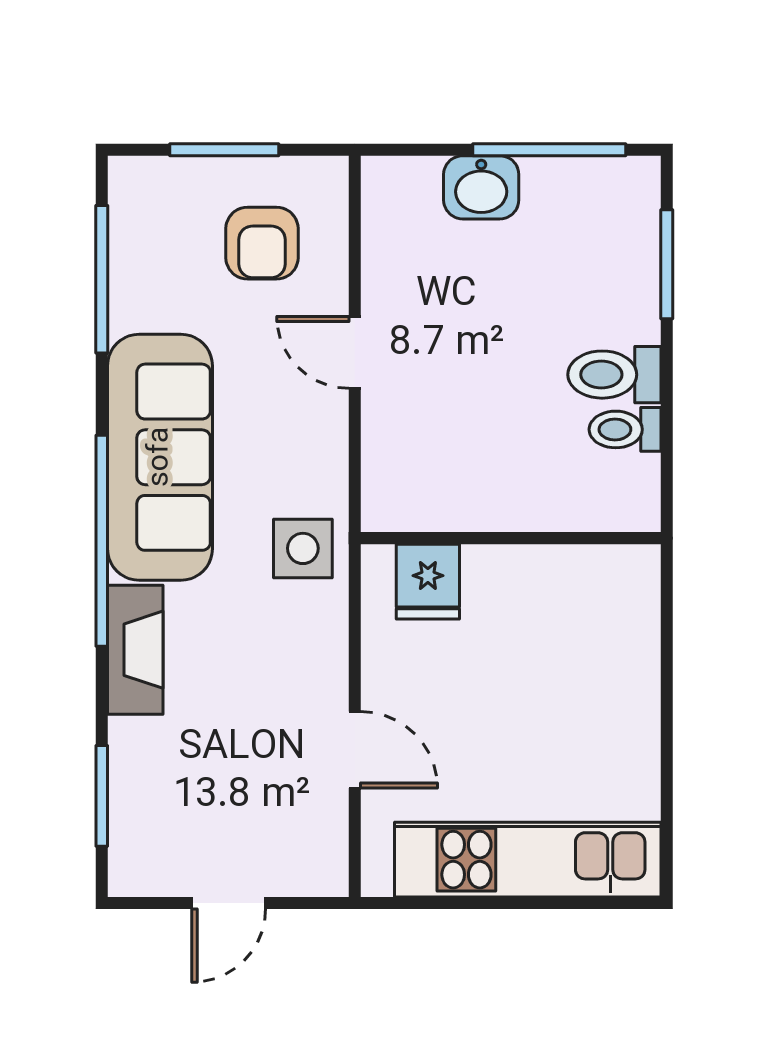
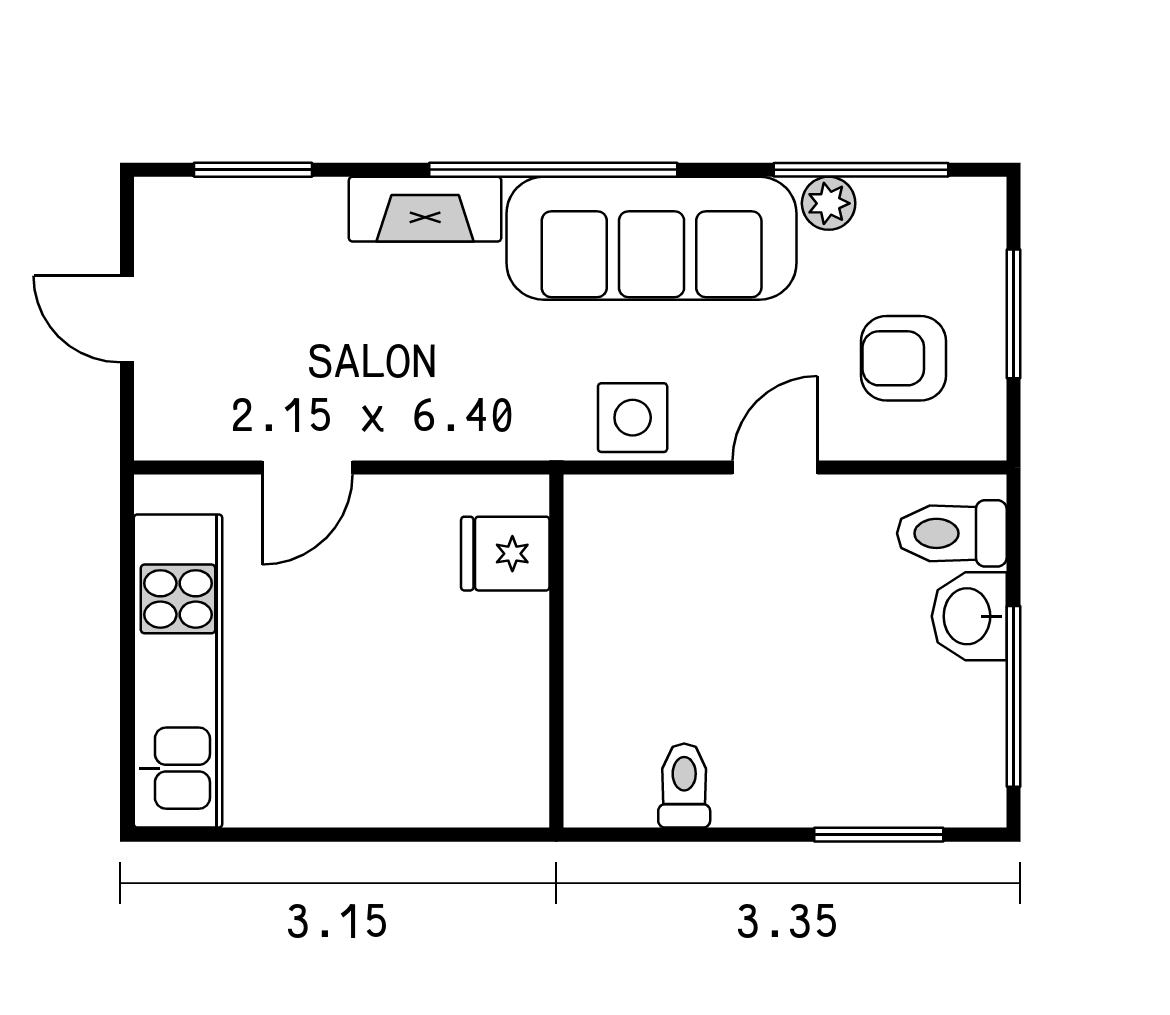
plant: (130, 307) -> (829, 203), added
toilet: (614, 375) -> (952, 533), moved, turned -90
side table: (303, 548) -> (633, 418), moved

